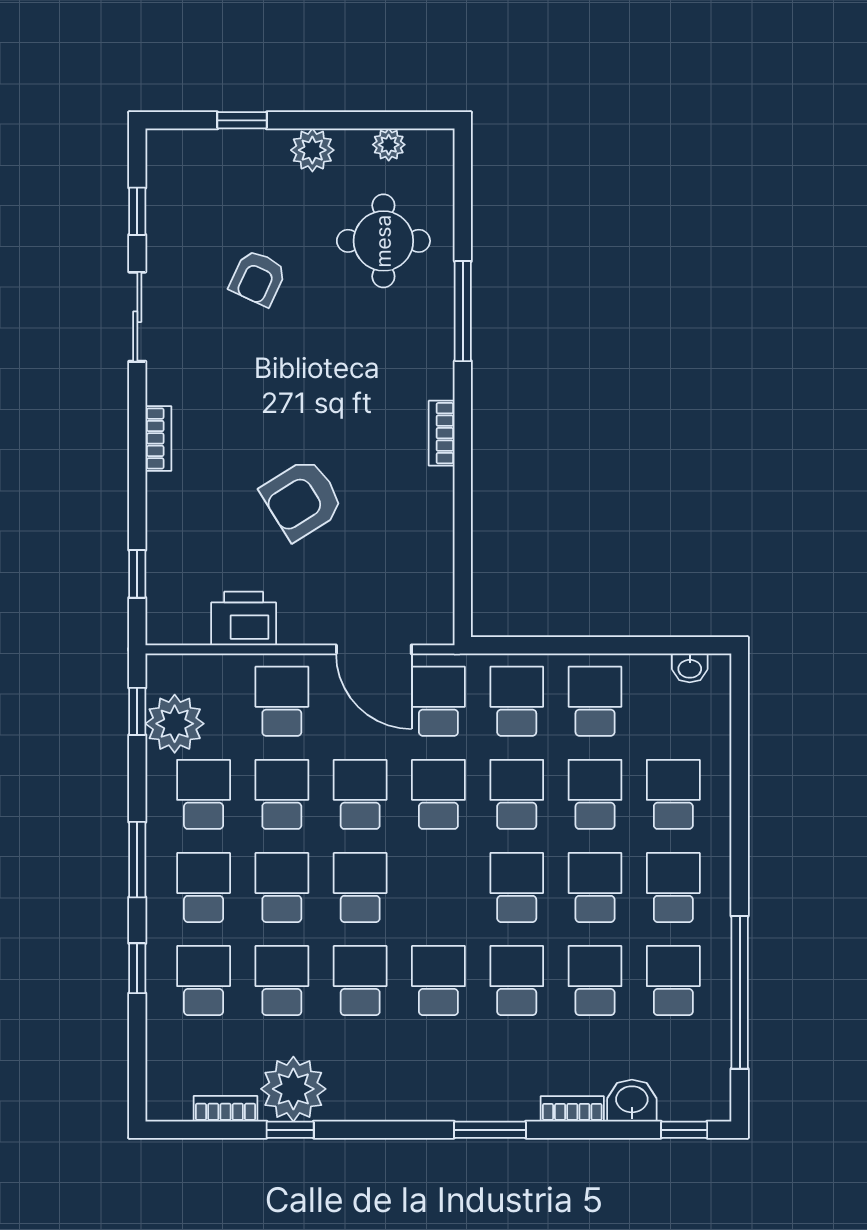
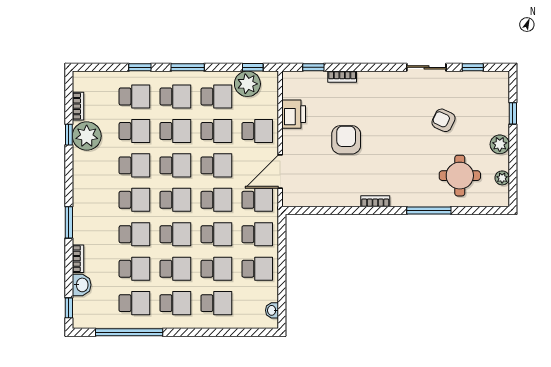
bookcase: (158, 438) -> (342, 77), moved
armchair: (302, 499) -> (346, 140), turned 32
school desk: (438, 887) -> (175, 200), added

